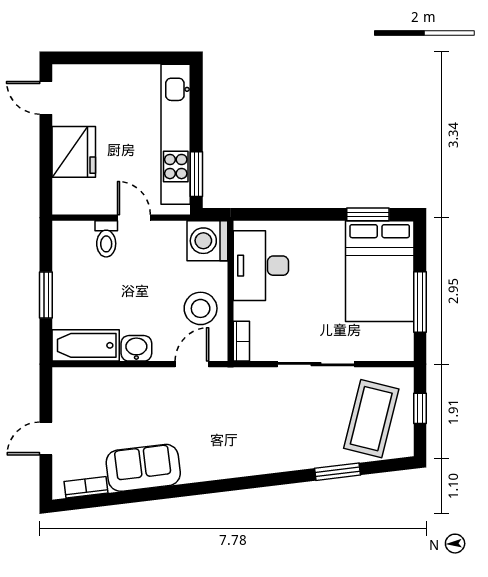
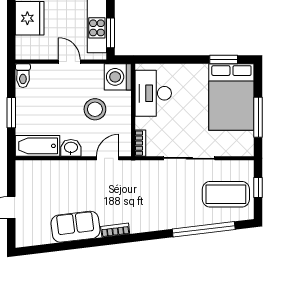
toilet: (106, 239) -> (23, 76), moved
stool: (201, 308) -> (95, 109), moved
coffee table: (371, 419) -> (226, 194), turned 76
window: (338, 472) -> (204, 229), width x2.11
bookcase: (86, 487) -> (115, 230), moved

